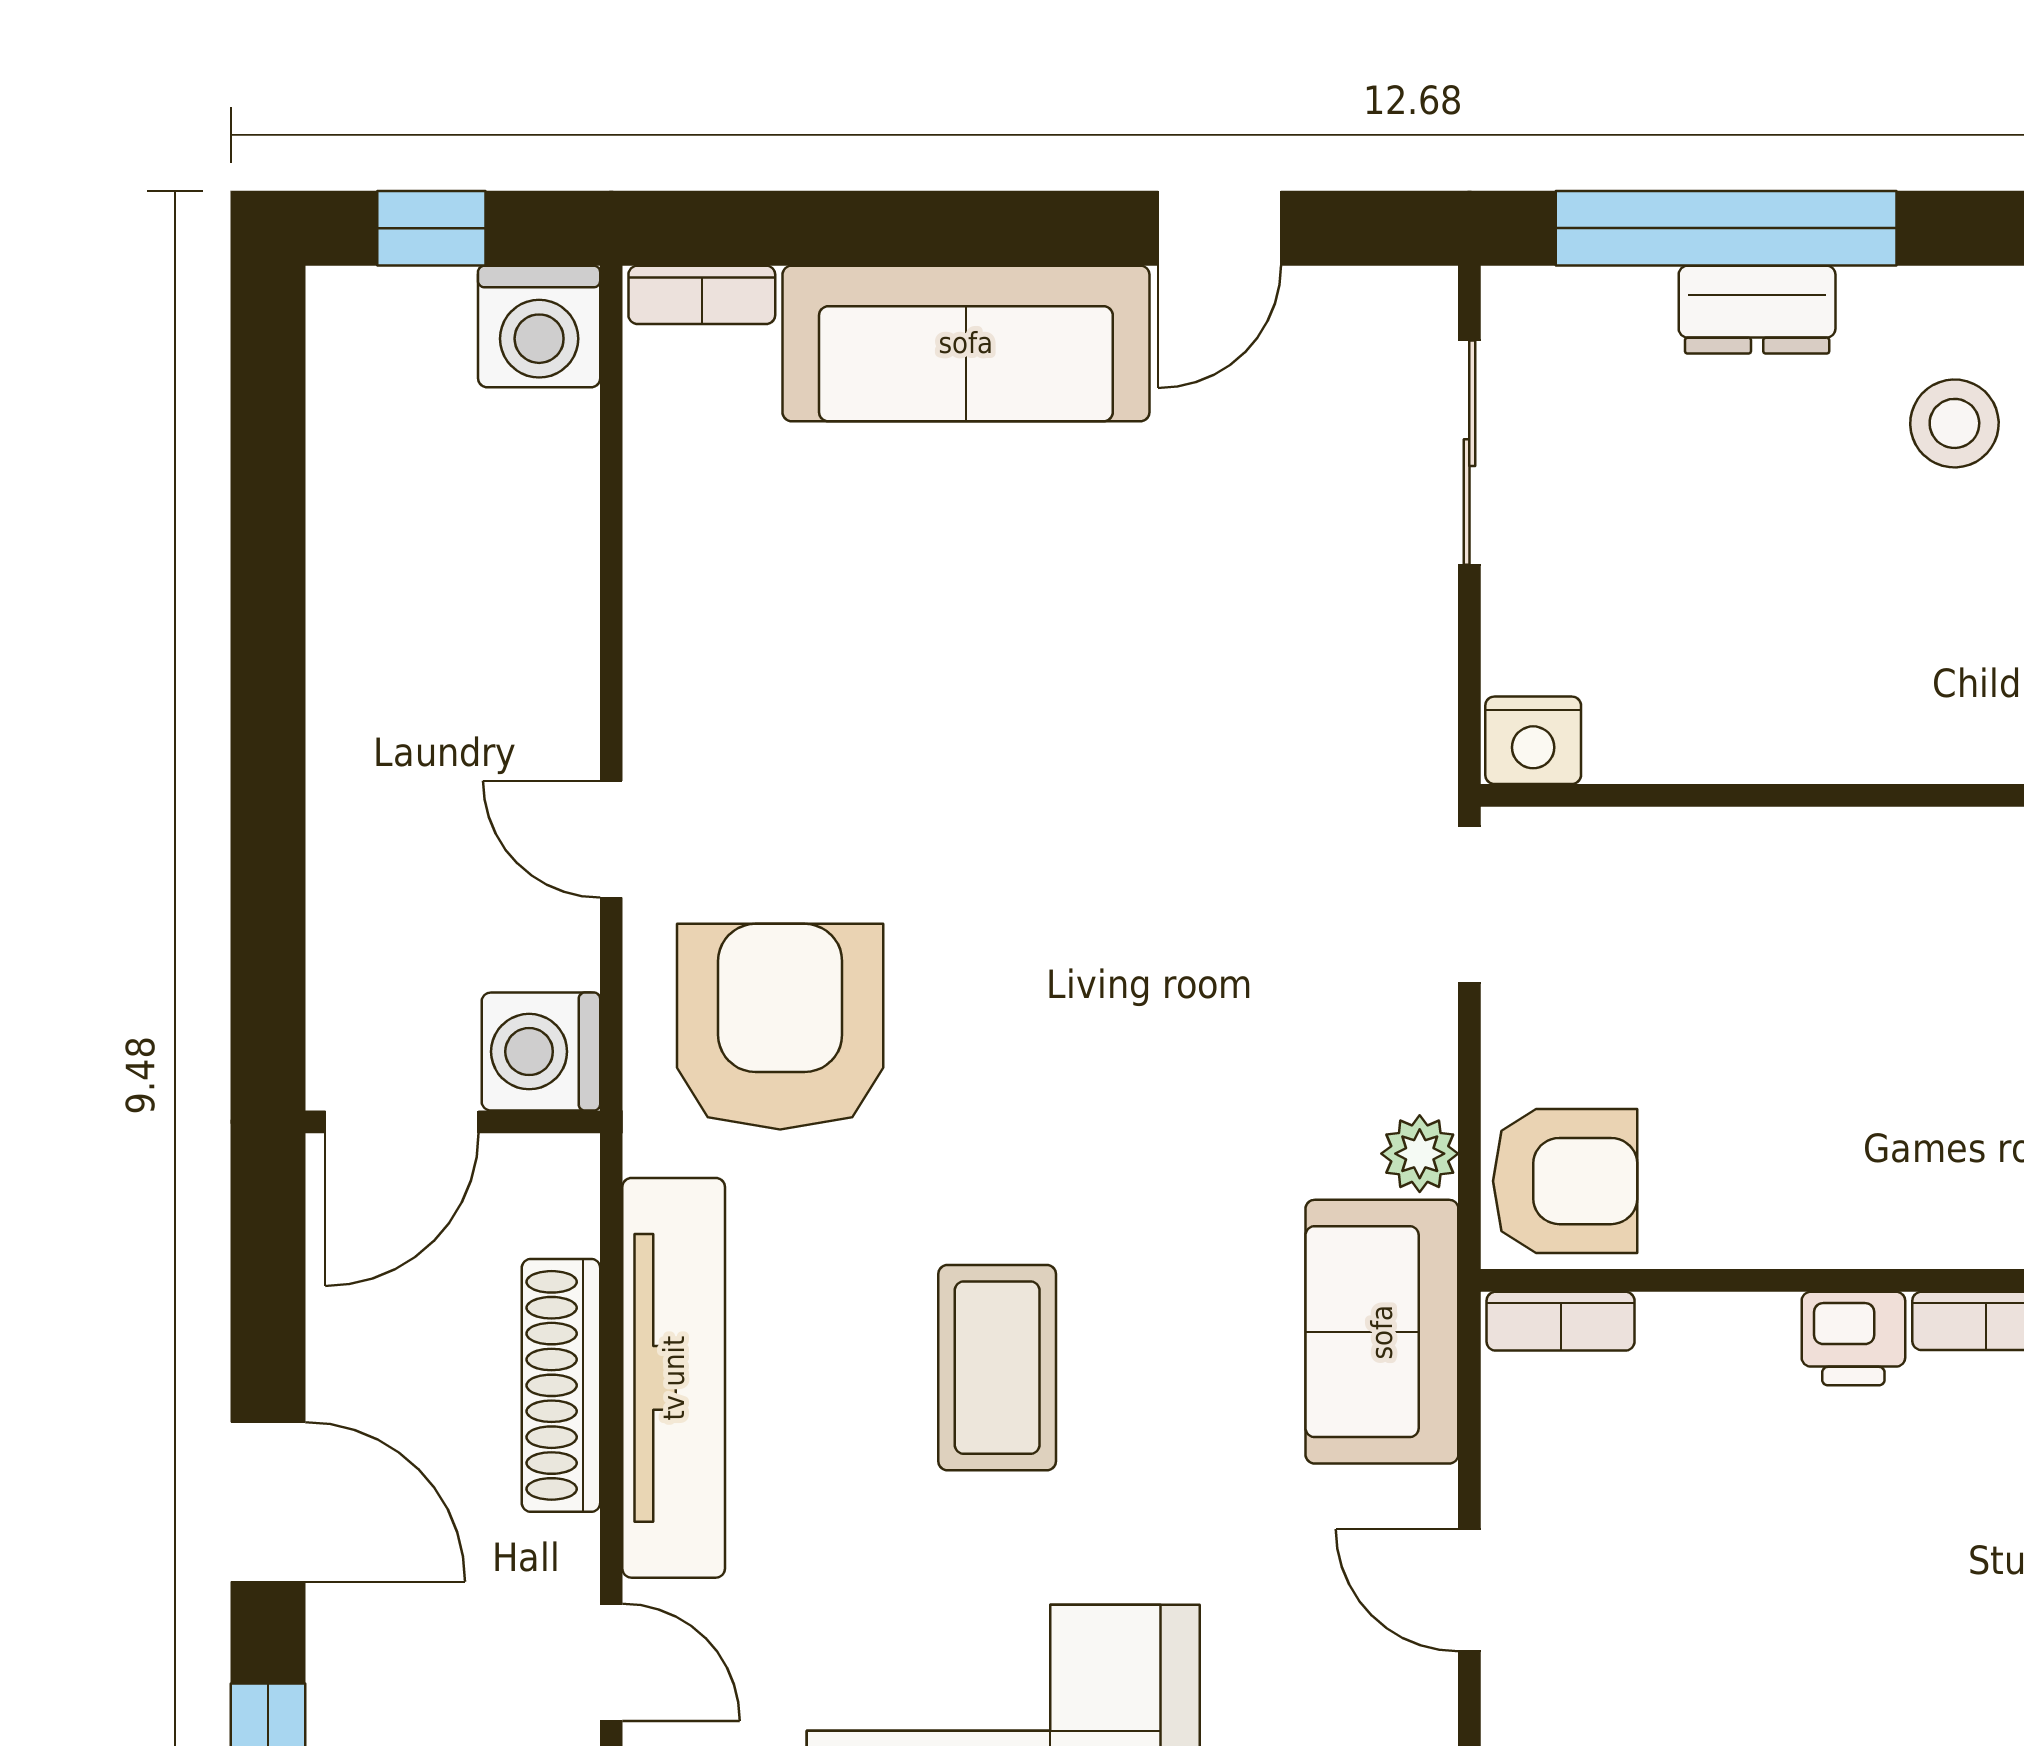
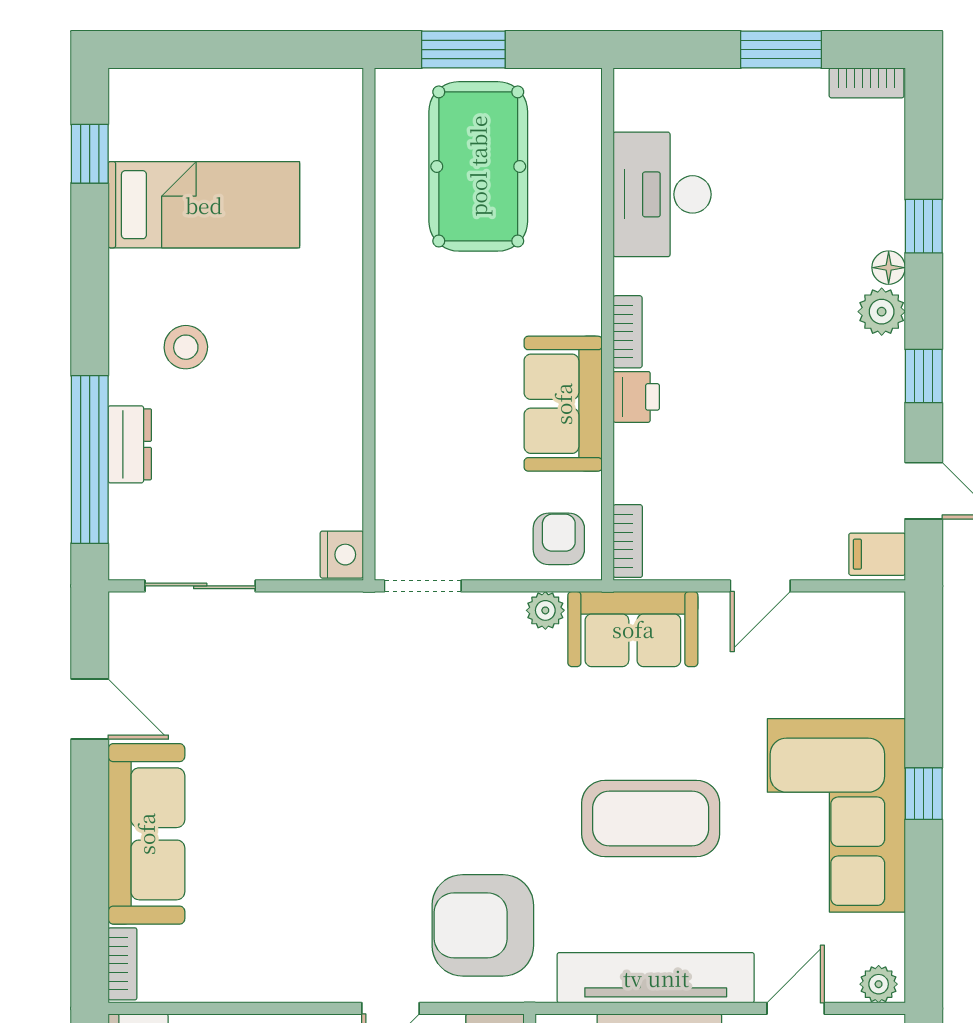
armchair: (1565, 1181) -> (559, 539), width x0.72, depth x0.72
sofa: (1840, 1190) -> (563, 404), added
coffee table: (997, 1368) -> (651, 818), width x1.36, depth x1.32

